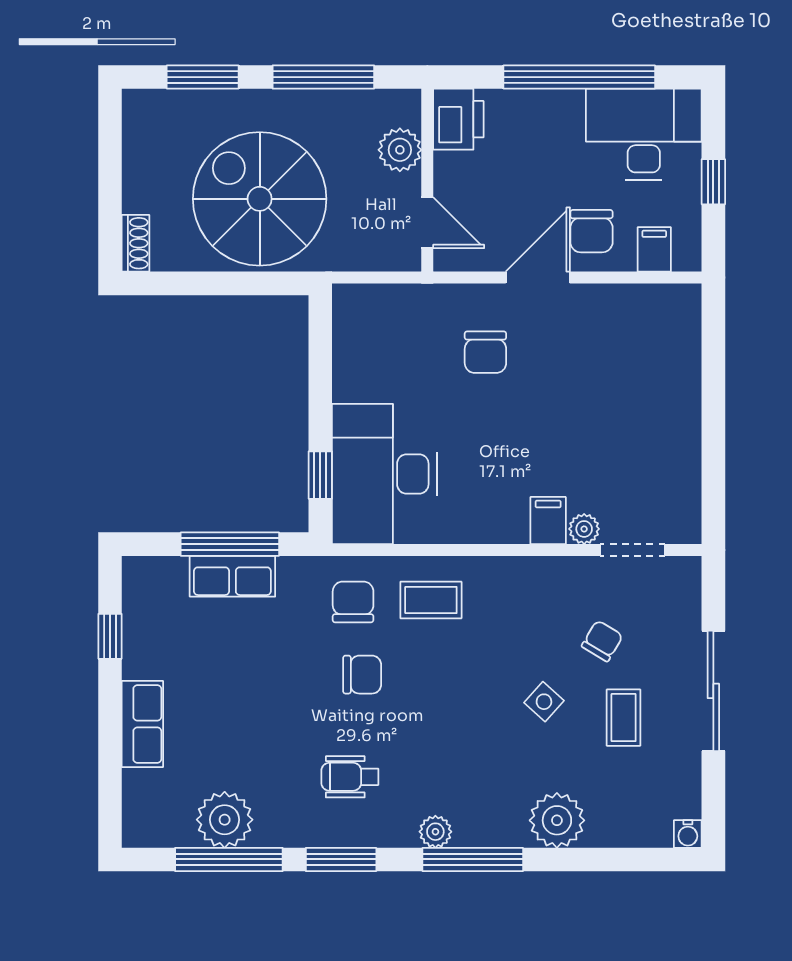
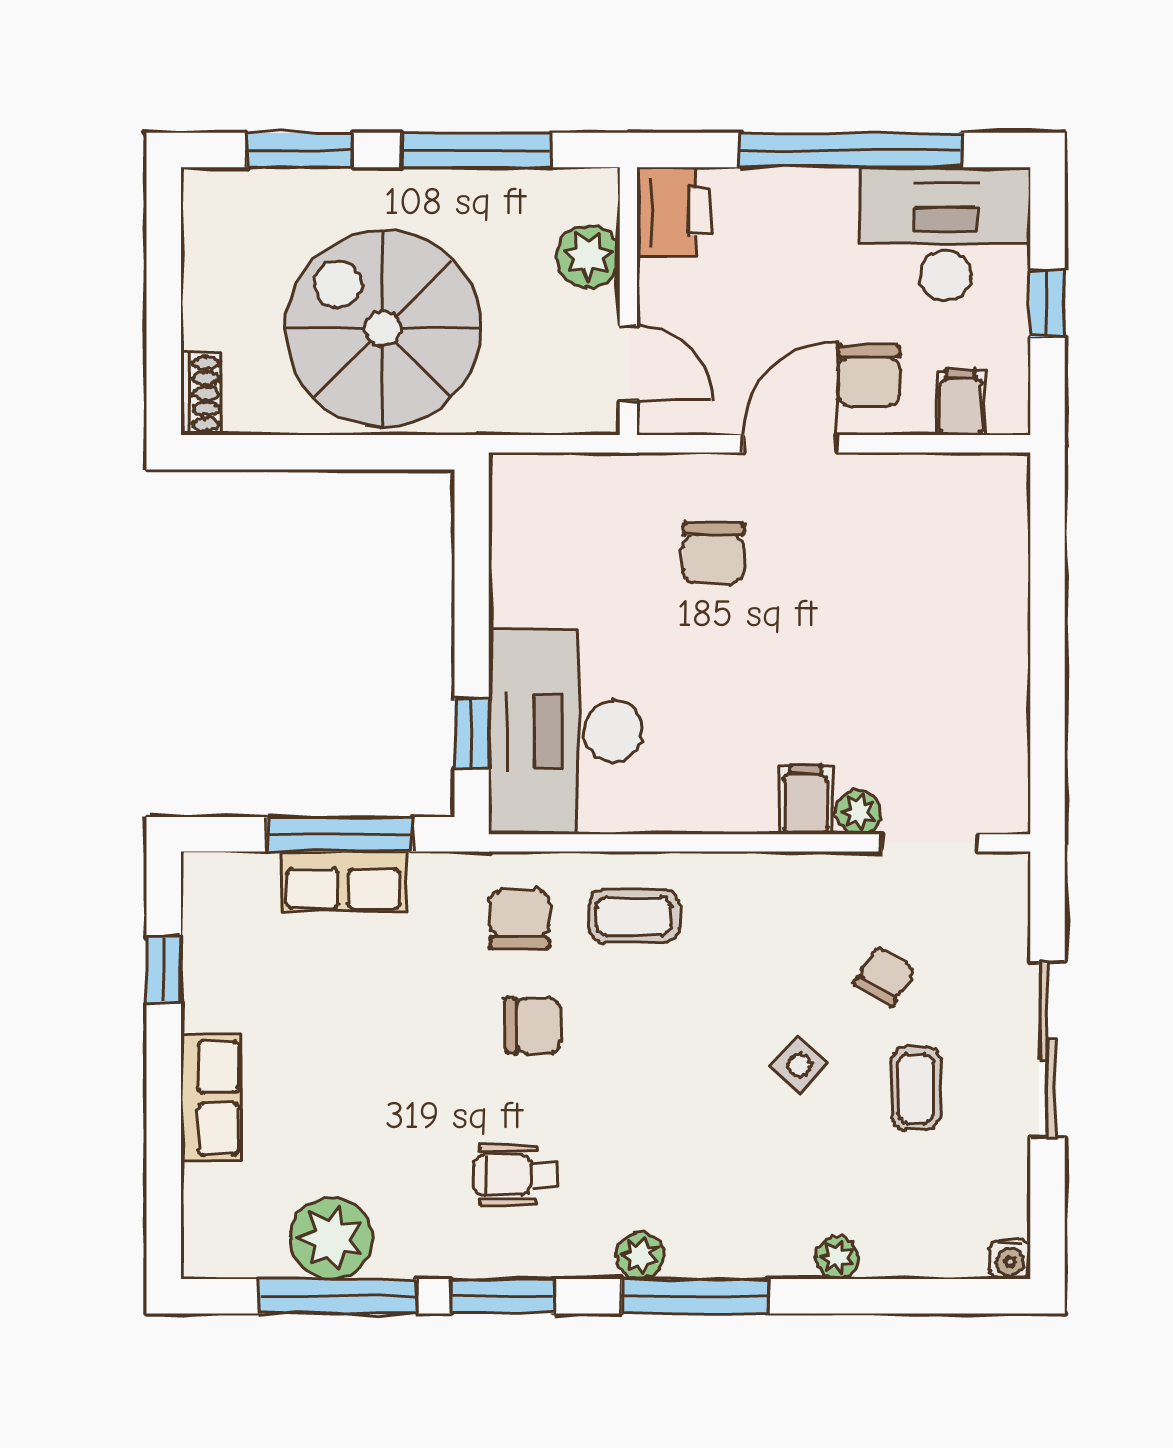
plant: (557, 820) -> (837, 1258), width x0.53, depth x0.53

